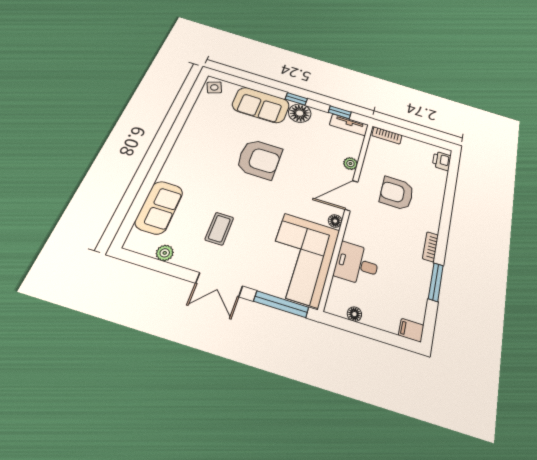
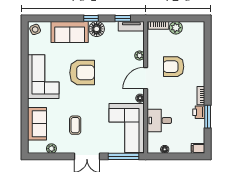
corner sofa: (199, 146) -> (43, 77), added
plant: (410, 146) -> (176, 28), added
printer: (442, 161) -> (199, 112), moved

